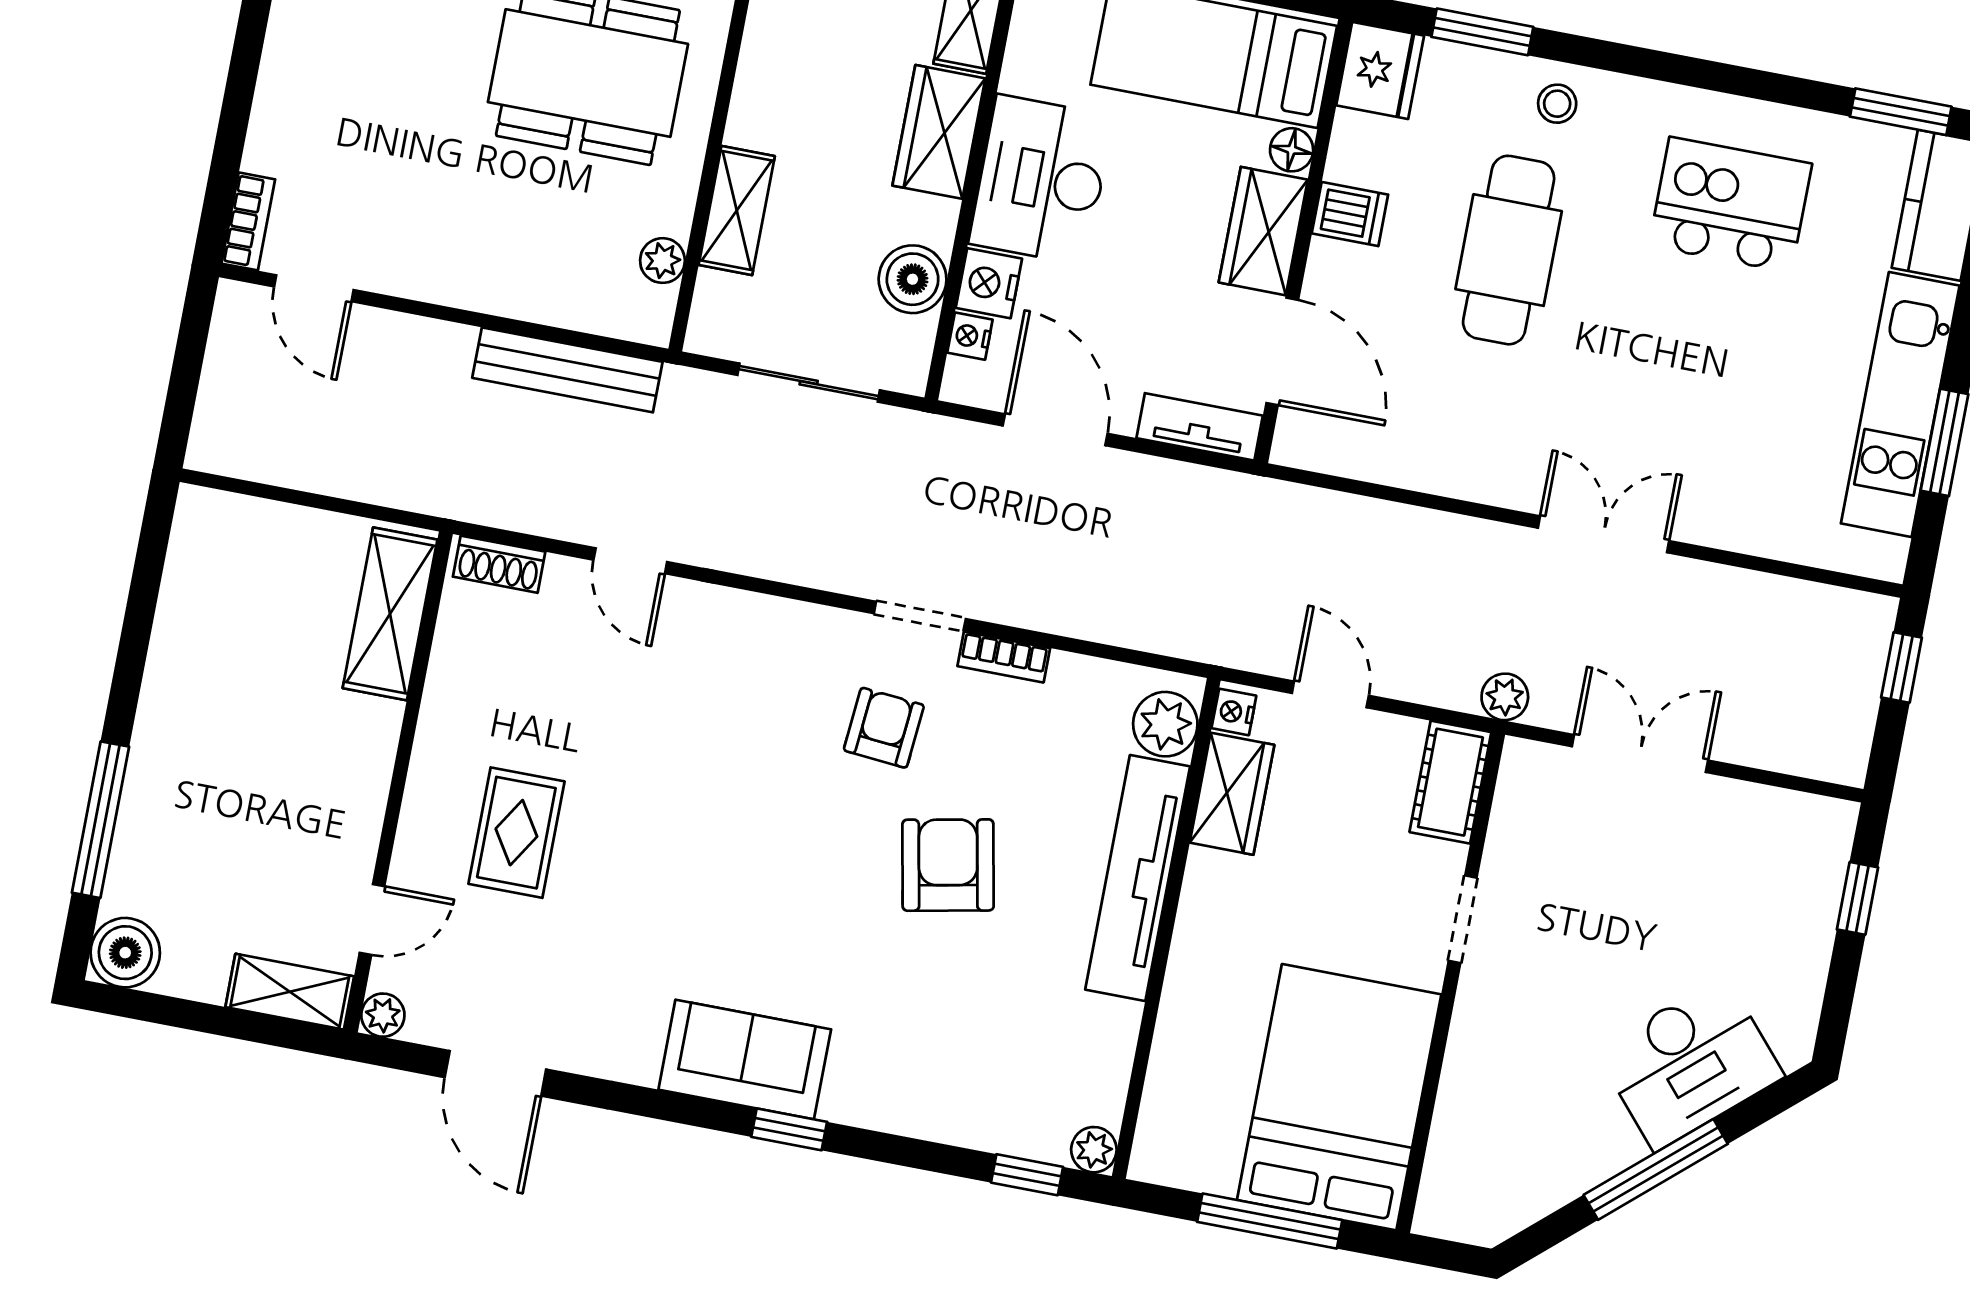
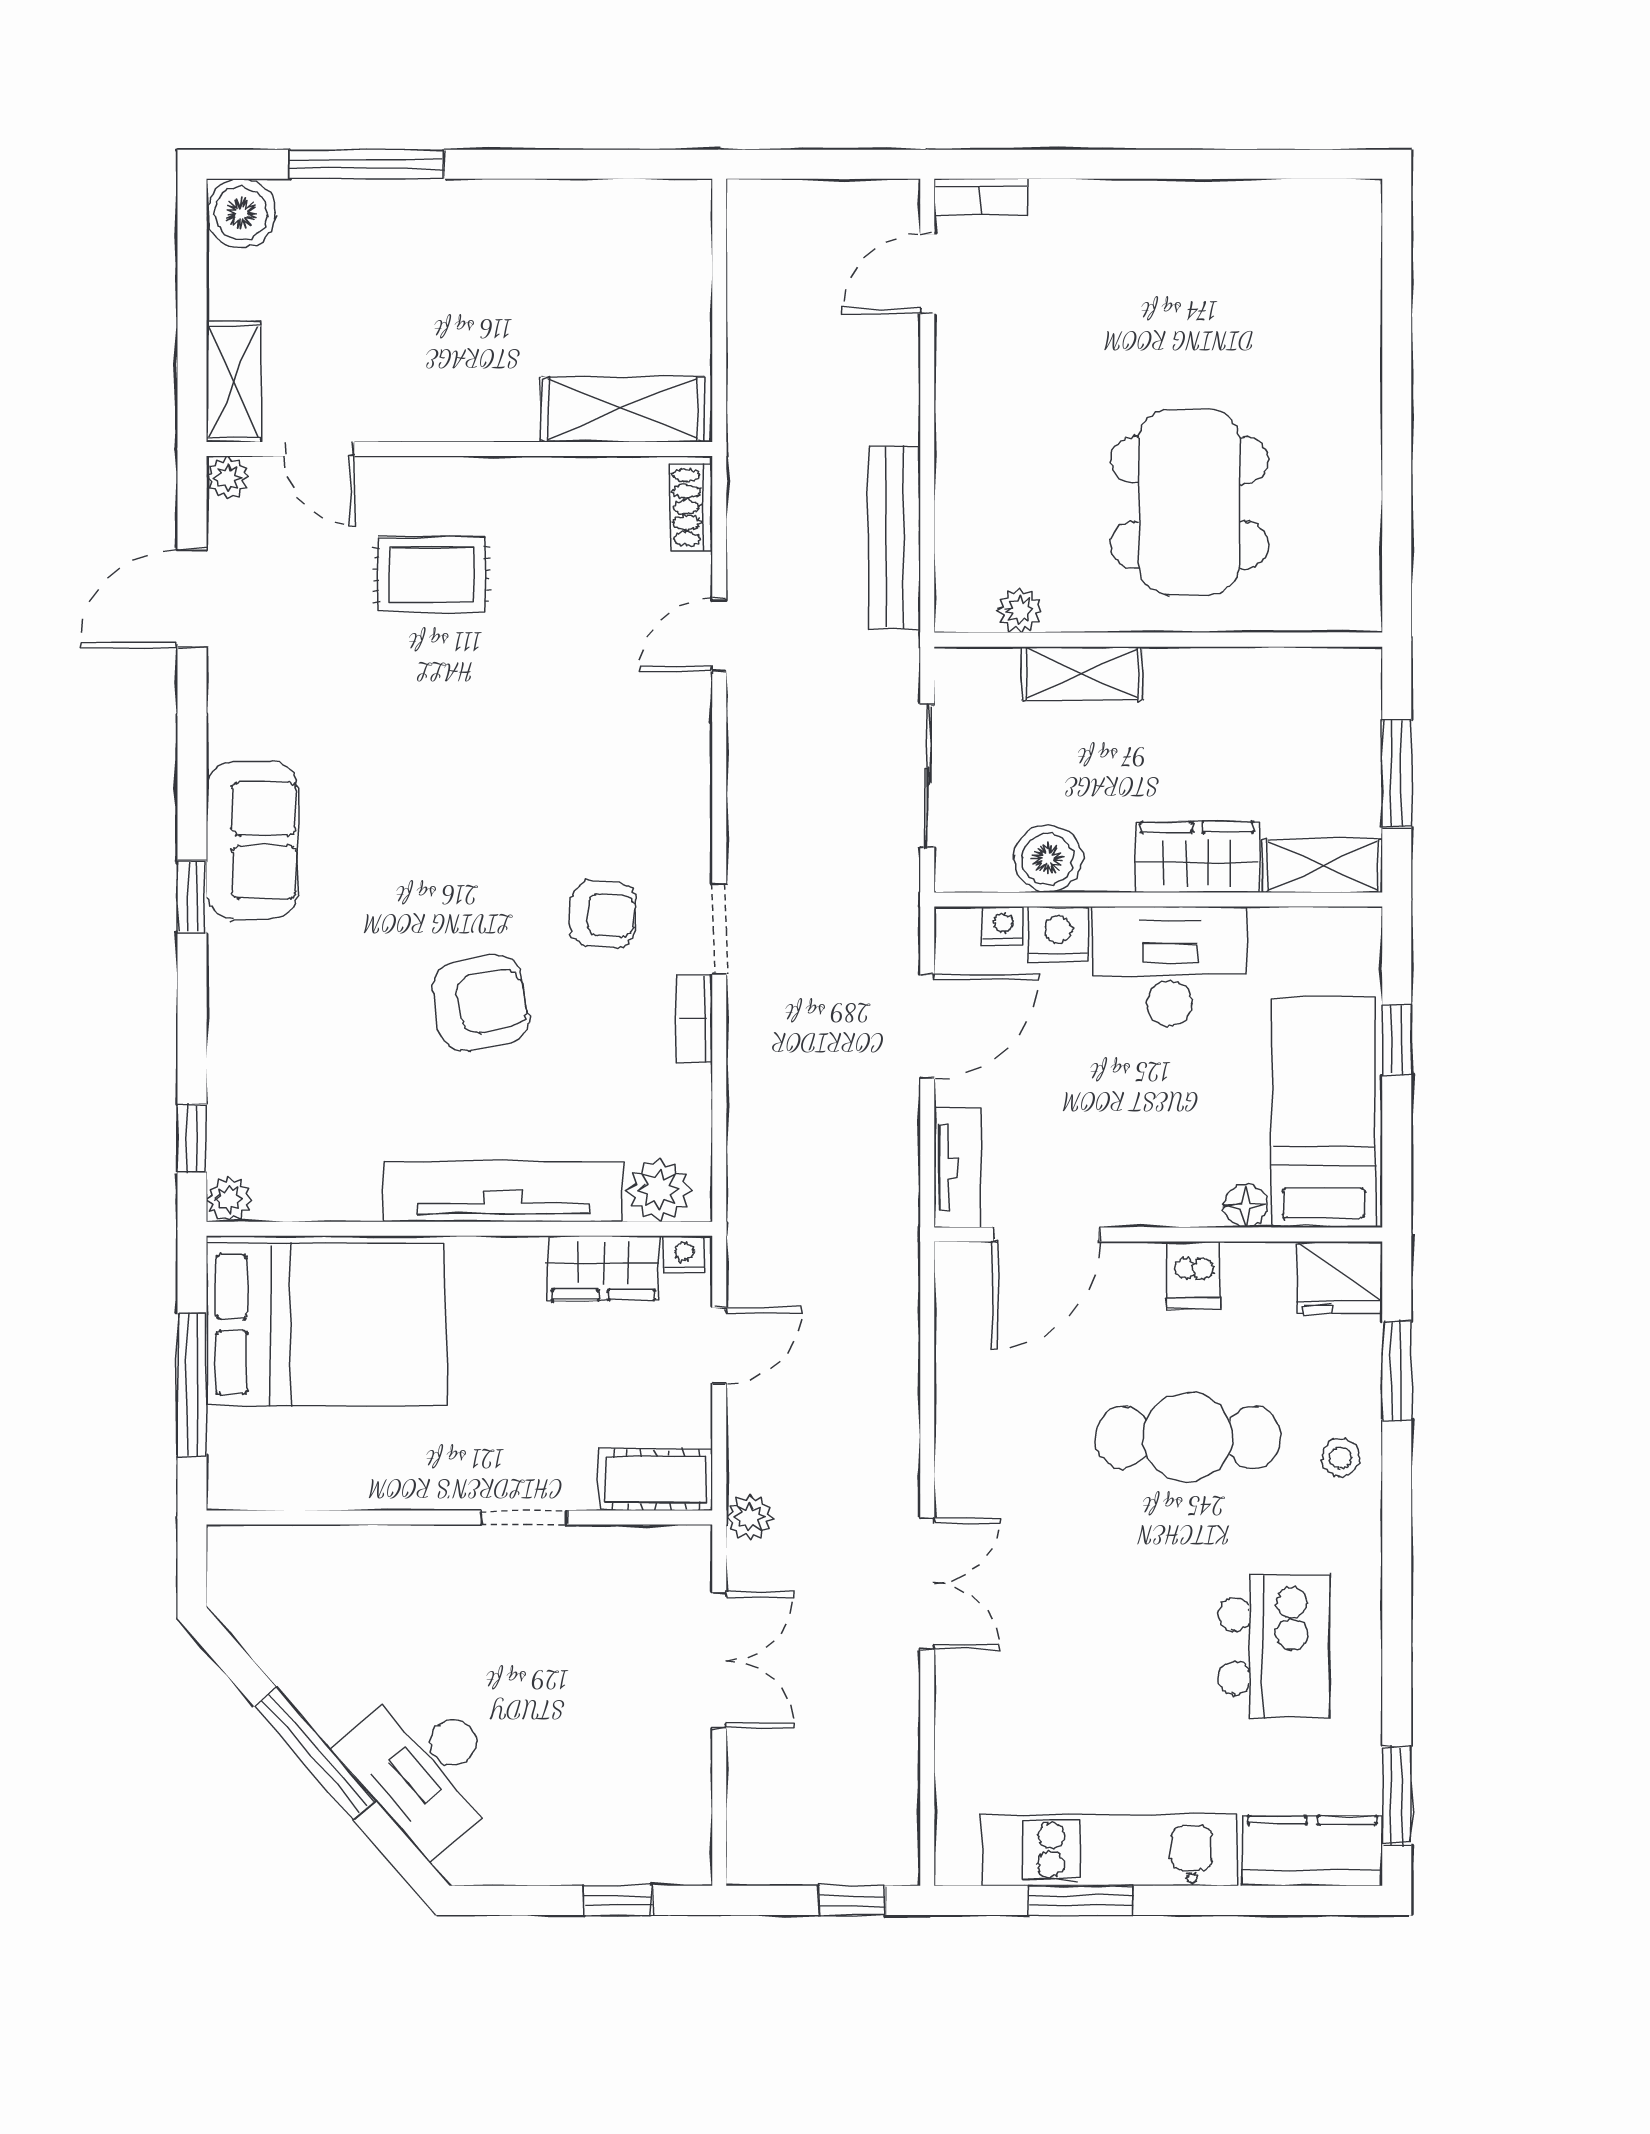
wardrobe: (1263, 231) -> (1161, 1193), removed
bed: (1339, 1097) -> (326, 1325), moved

